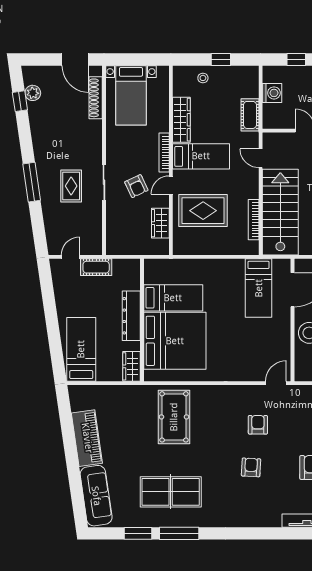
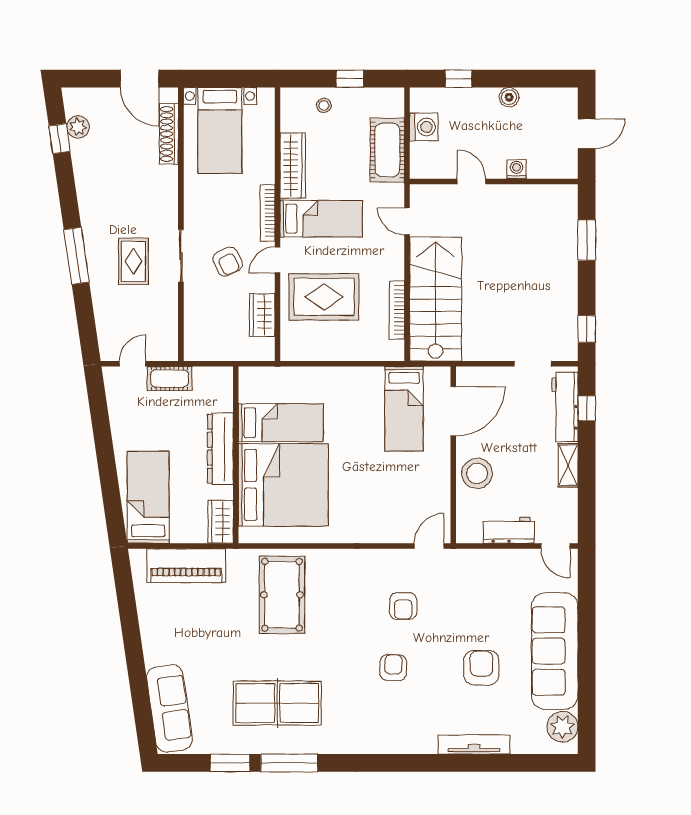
cot: (250, 115) -> (387, 150), width x1.37, depth x1.34
armchair: (258, 425) -> (403, 606), turned 180
piano: (87, 438) -> (186, 566), moved, turned 98

